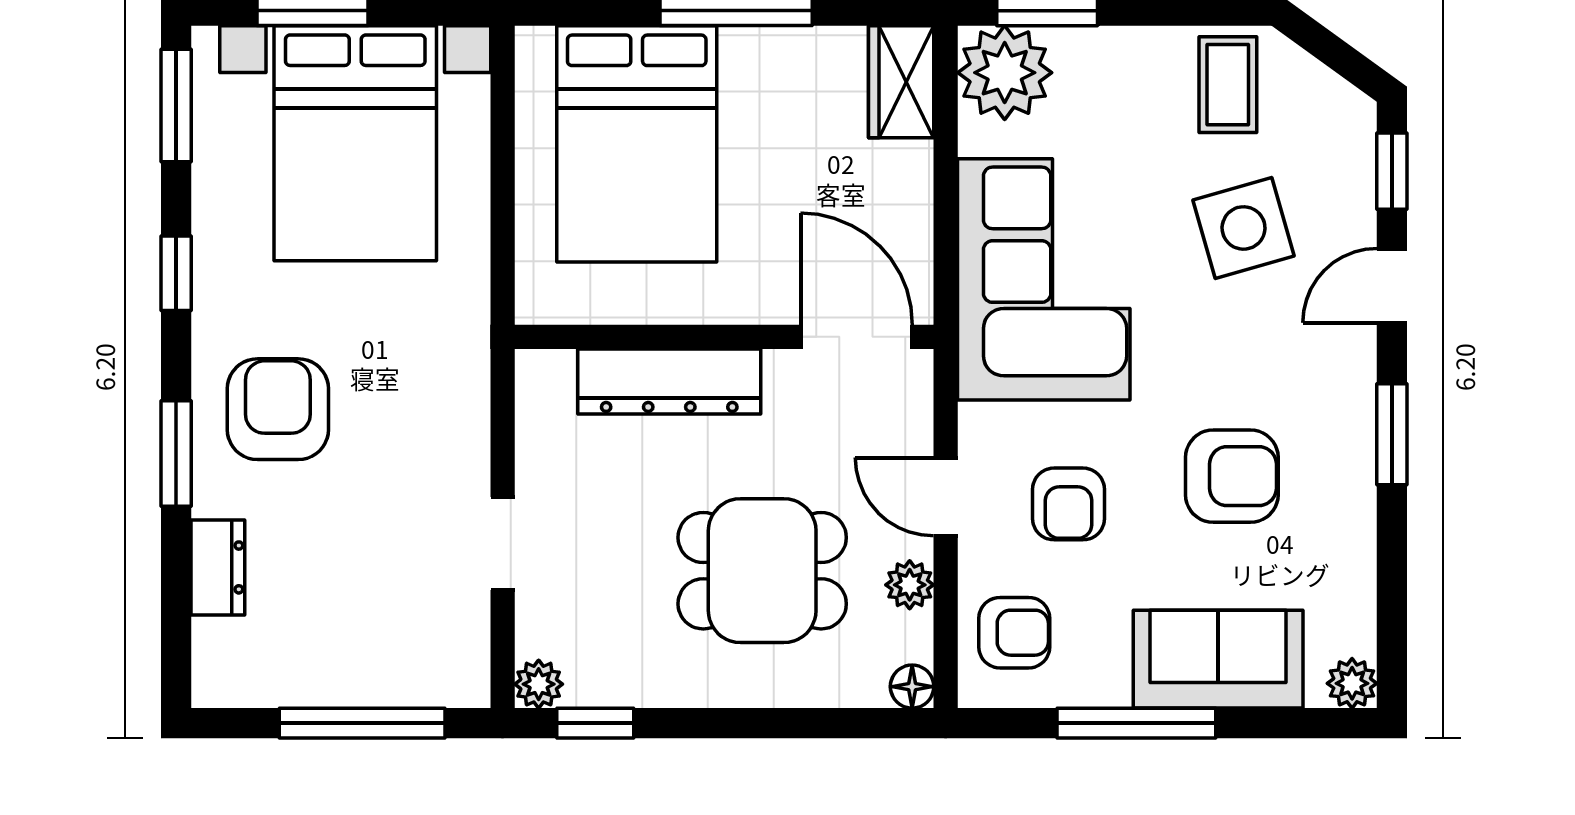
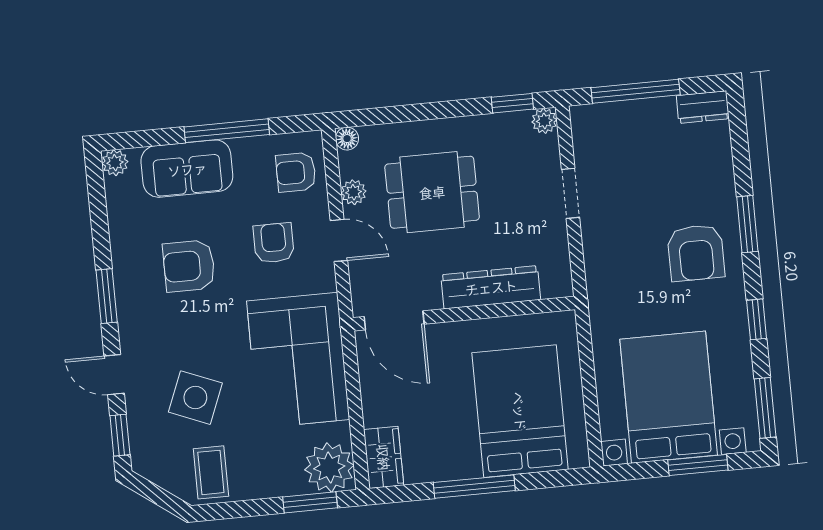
side table: (1244, 228) -> (195, 398), turned 38
door: (1392, 286) -> (114, 375), swing flipped
dresser: (218, 567) -> (703, 107), moved, turned -90

